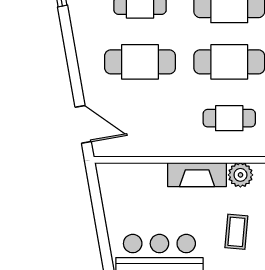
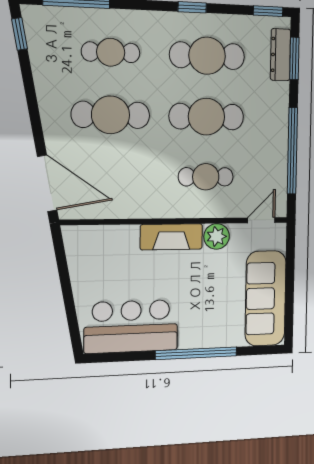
door: (83, 124) -> (47, 183), width x1.36
coffee table: (236, 232) -> (212, 296), removed

